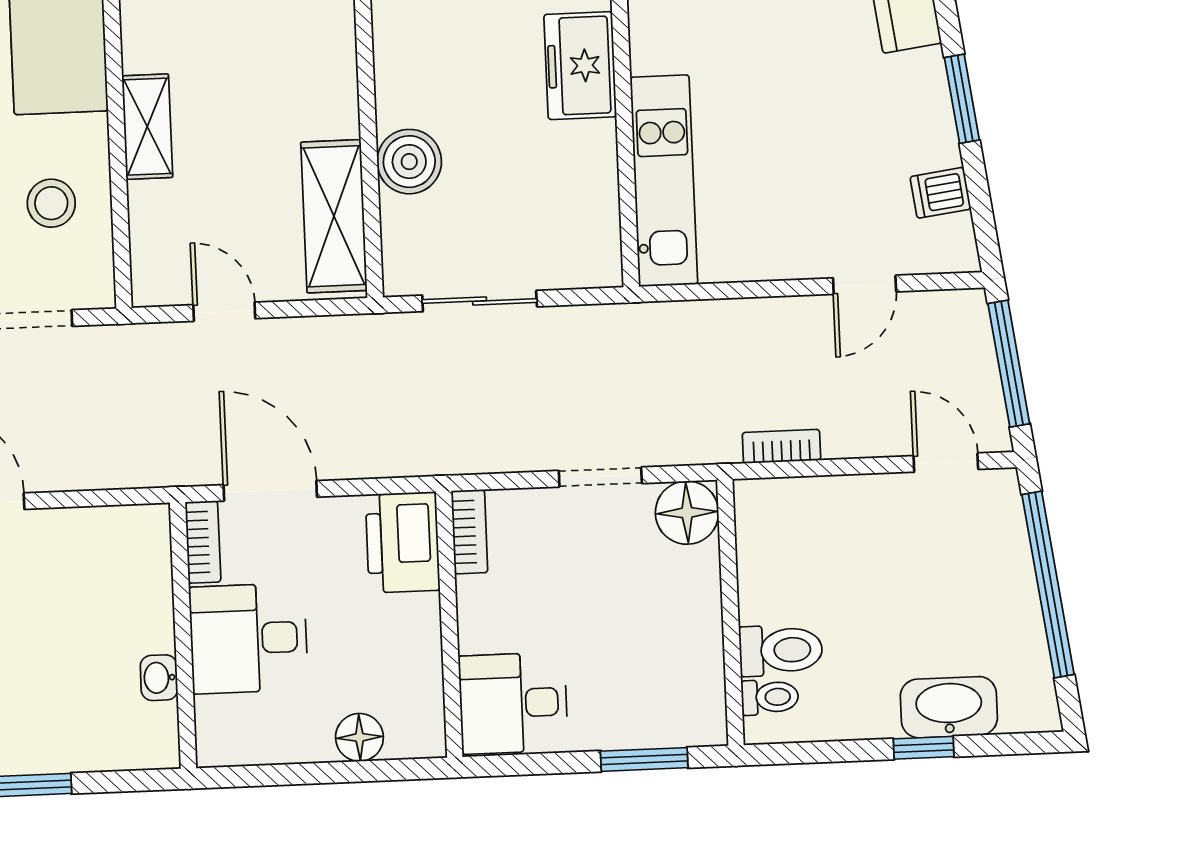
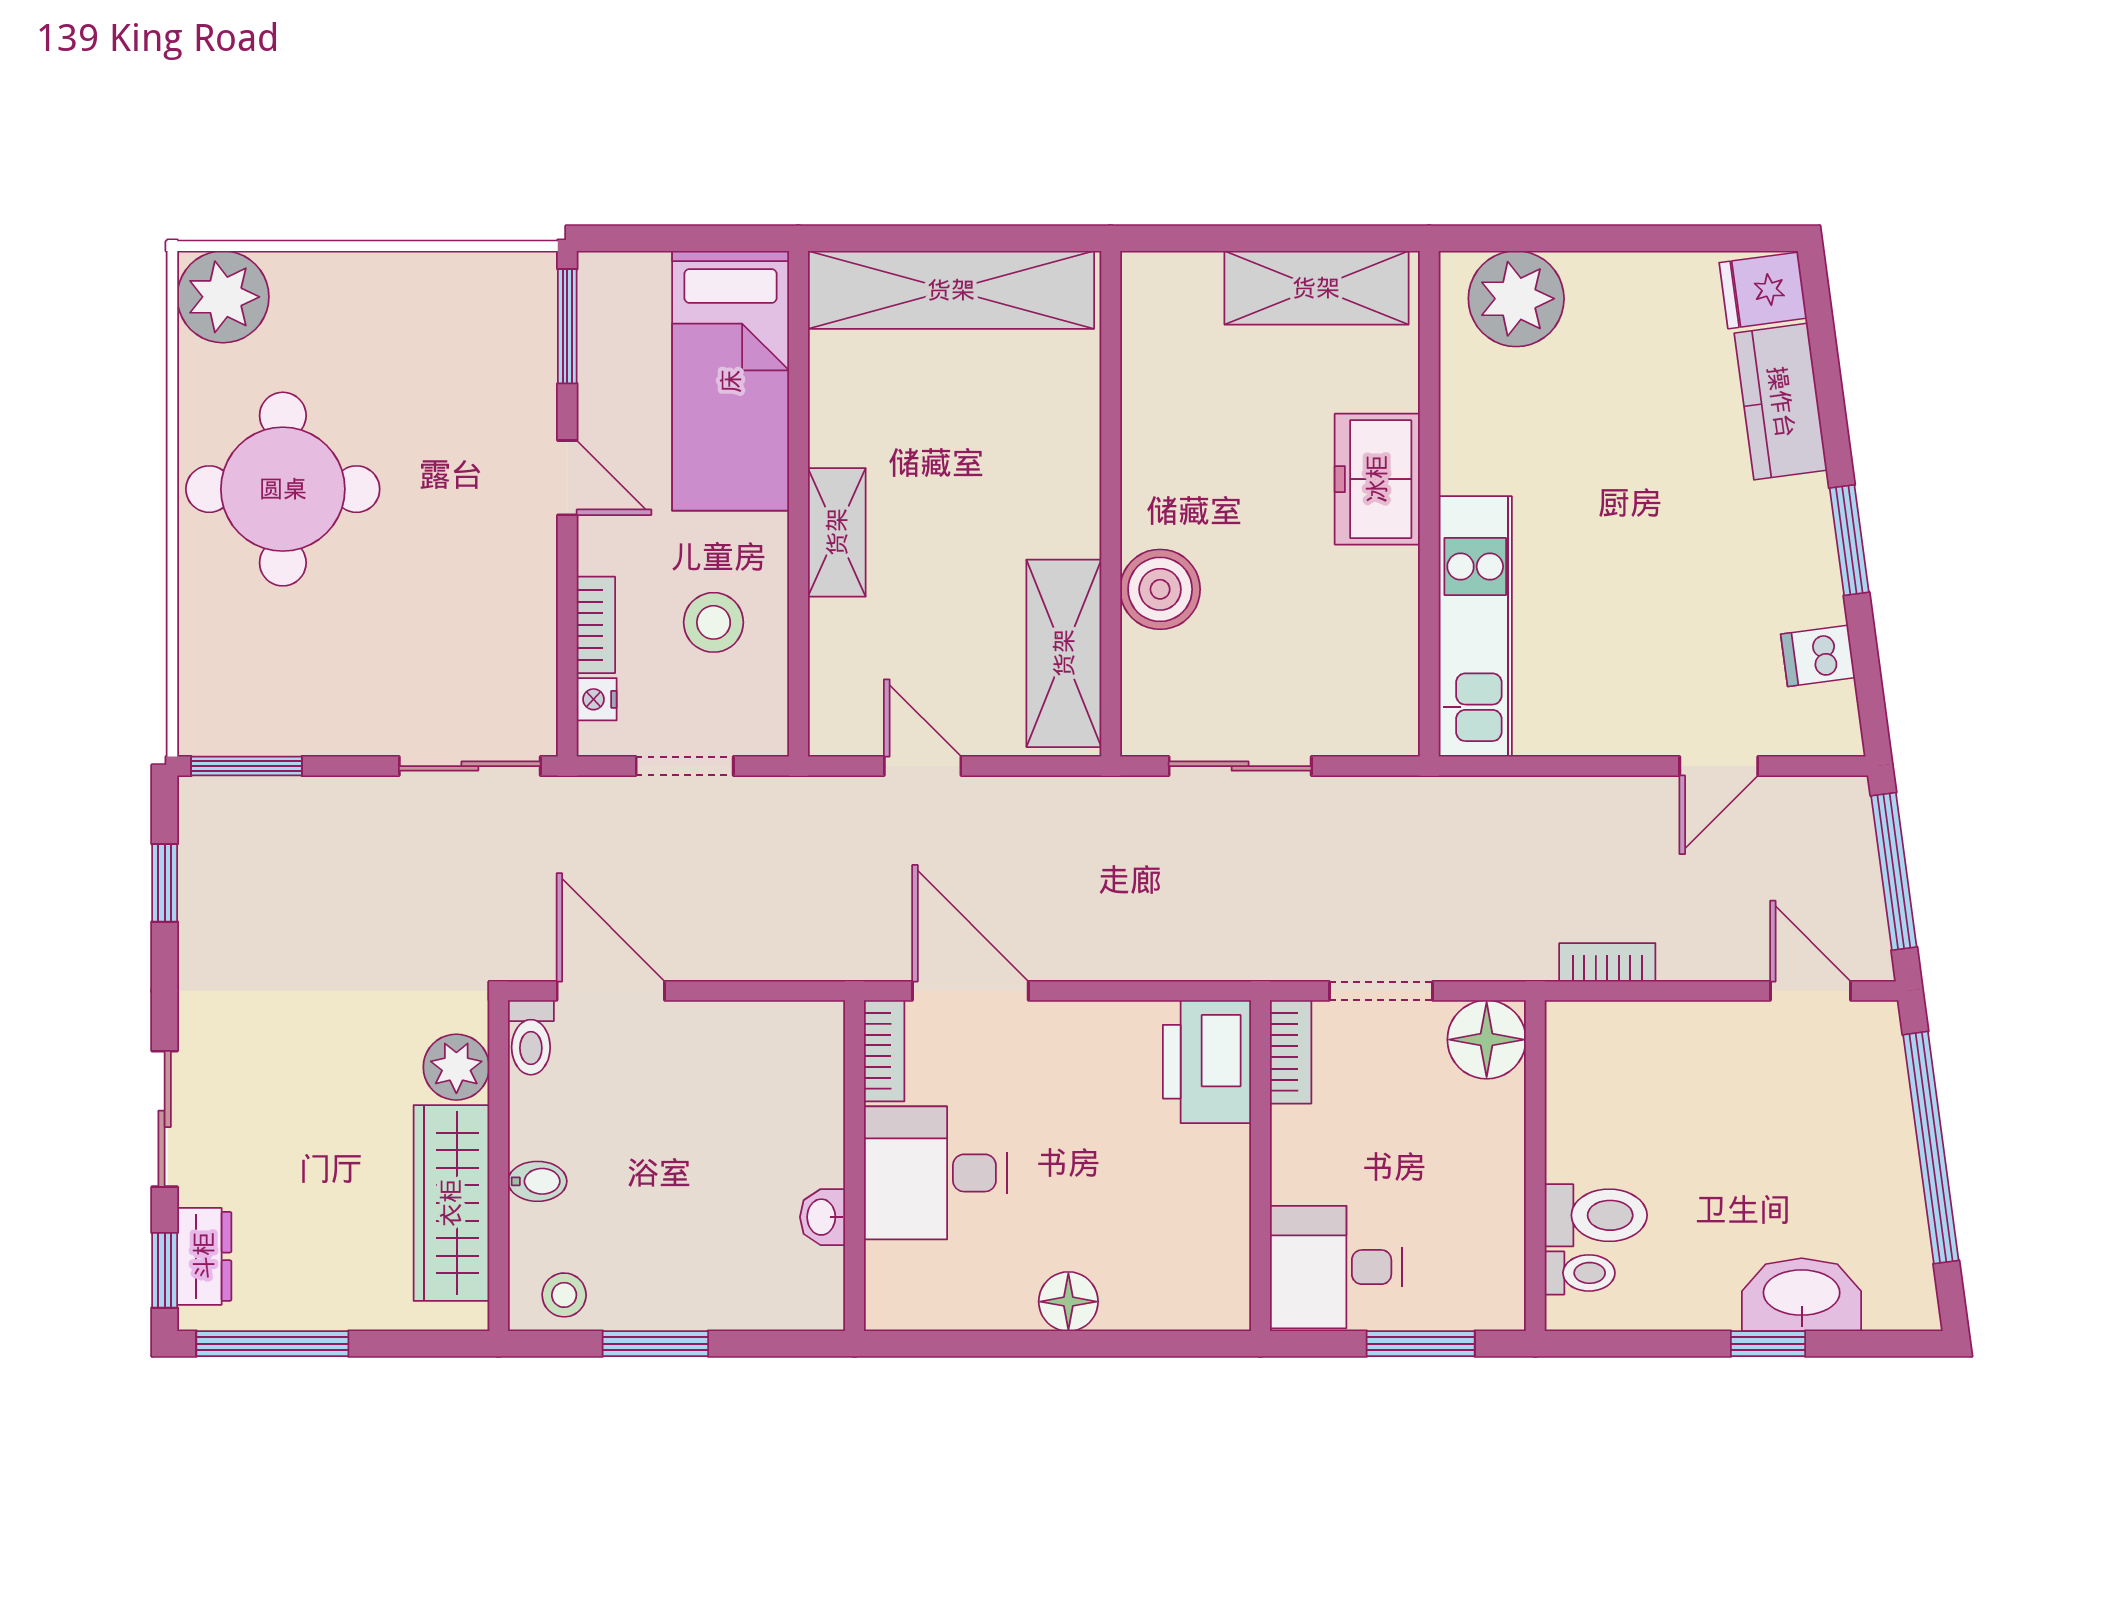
bookcase: (470, 532) -> (1291, 1052), moved
printer: (403, 542) -> (1207, 1062), moved
wall: (449, 624) -> (1261, 1166), moved
desk: (513, 703) -> (1336, 1267), moved

